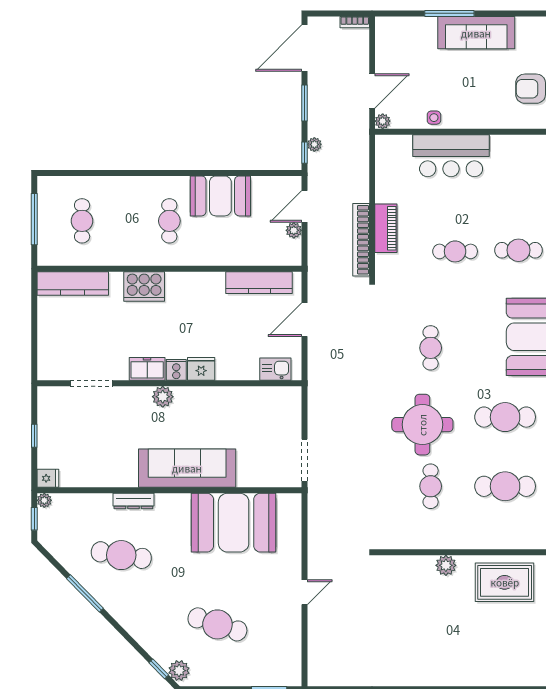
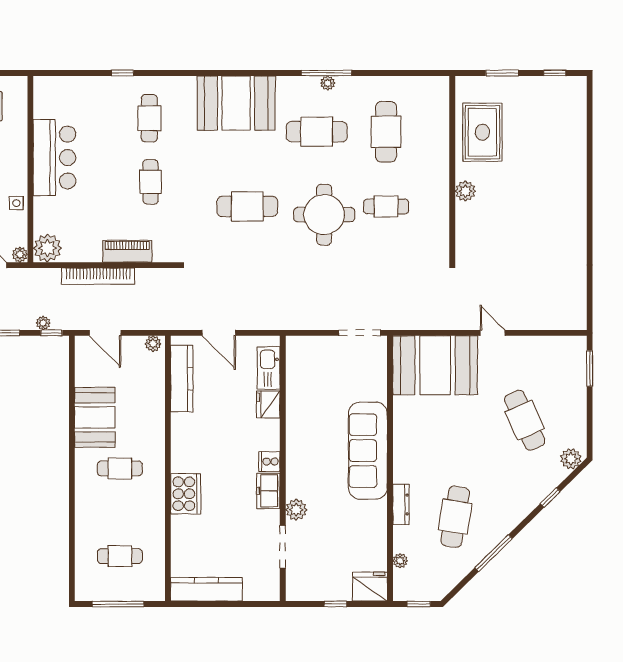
plant: (389, 149) -> (47, 248), added
bar counter: (451, 156) -> (54, 158), moved
plant: (294, 230) -> (153, 344), moved
bookcase: (361, 240) -> (98, 276), moved
kitchen counter: (73, 283) -> (207, 589), moved, turned -90
cafe table: (431, 348) -> (247, 206), width x1.37, depth x1.35
fridge: (201, 369) -> (268, 404), moved
kitchen sink: (275, 369) -> (269, 368), width x1.38
plant: (163, 397) -> (296, 510), moved
cafe table: (505, 417) -> (317, 132), turned 90
fridge: (48, 478) -> (370, 587), width x1.88, depth x1.34
plant: (44, 500) -> (400, 561), moved
booth: (234, 523) -> (435, 365), moved, turned 90
cafe table: (217, 624) -> (525, 420), turned -42
window: (159, 669) -> (550, 498), moved

